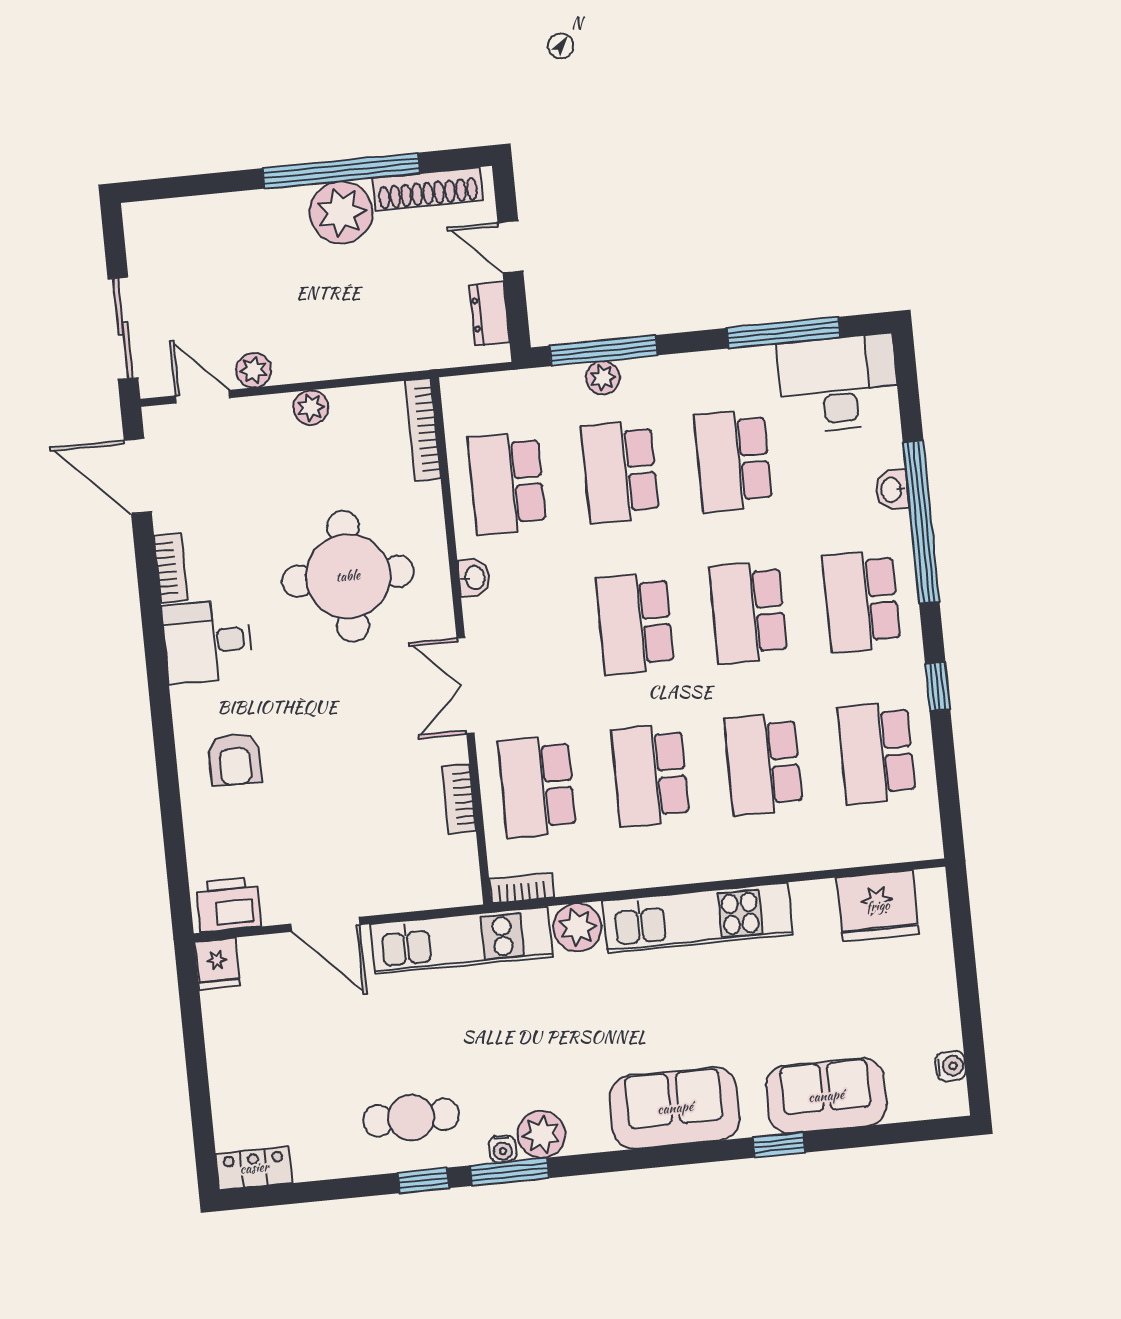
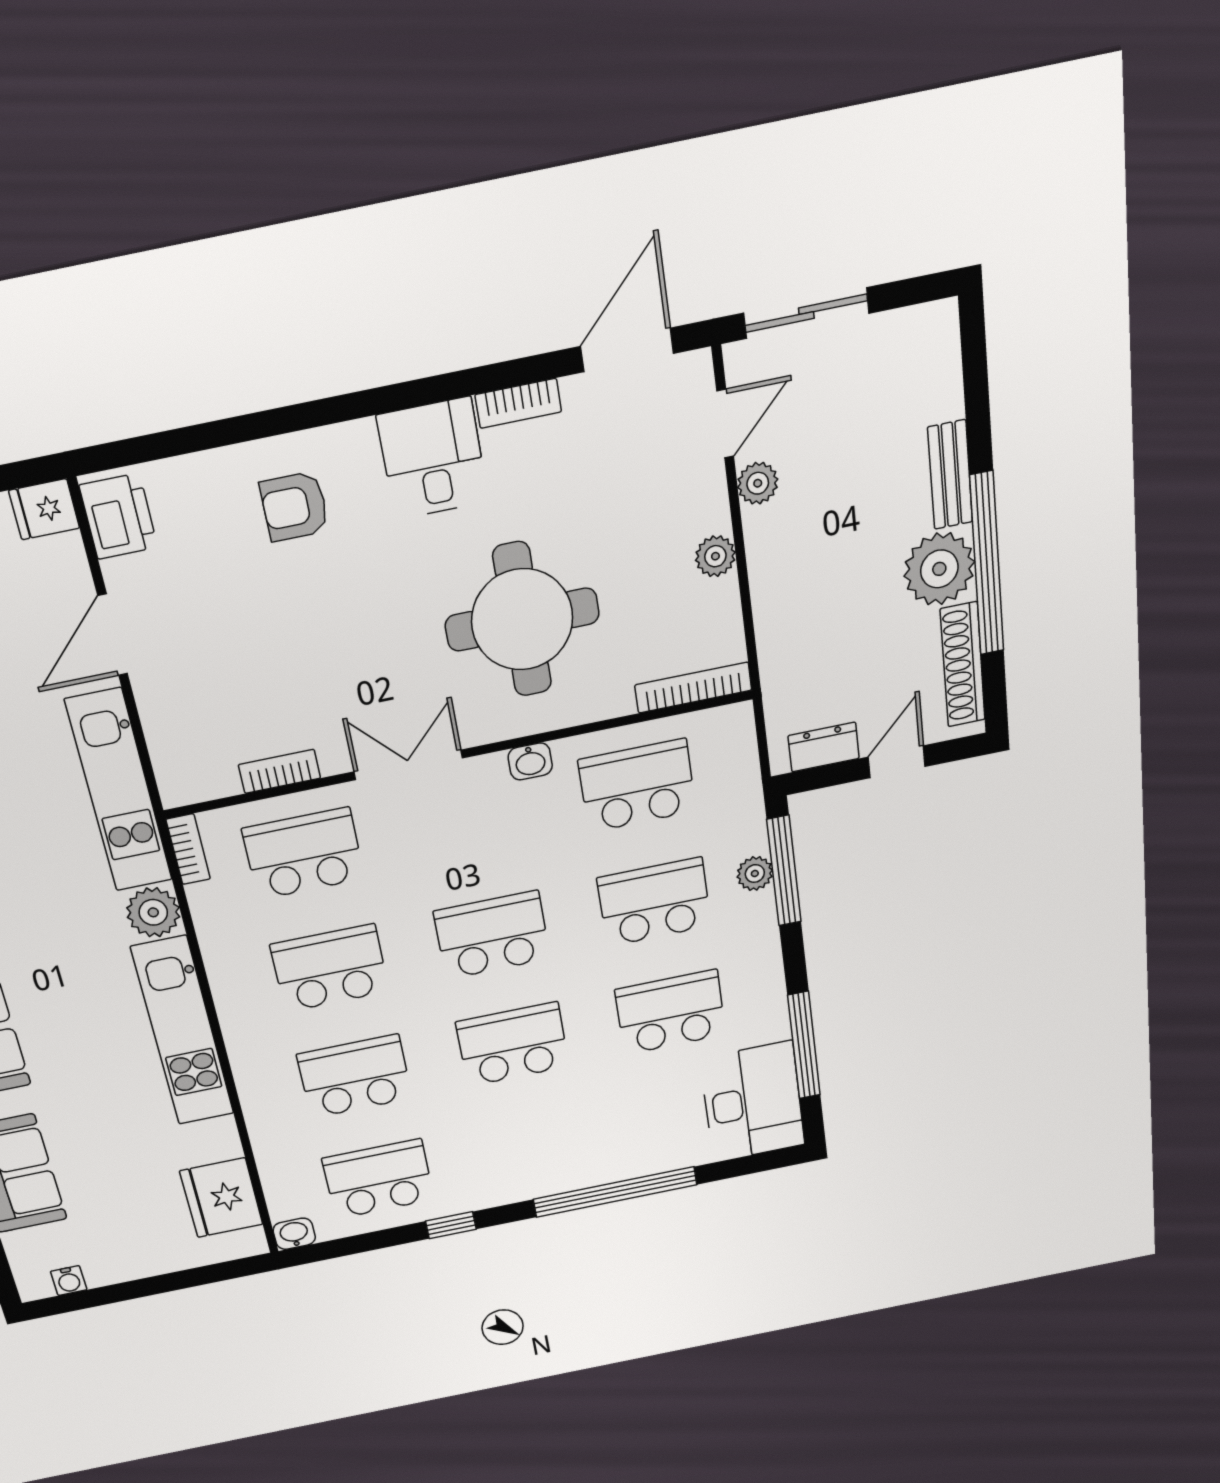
bench: (263, 205) -> (950, 475), added
washbasin: (892, 490) -> (294, 1234), moved
school desk: (861, 601) -> (532, 1148), removed

